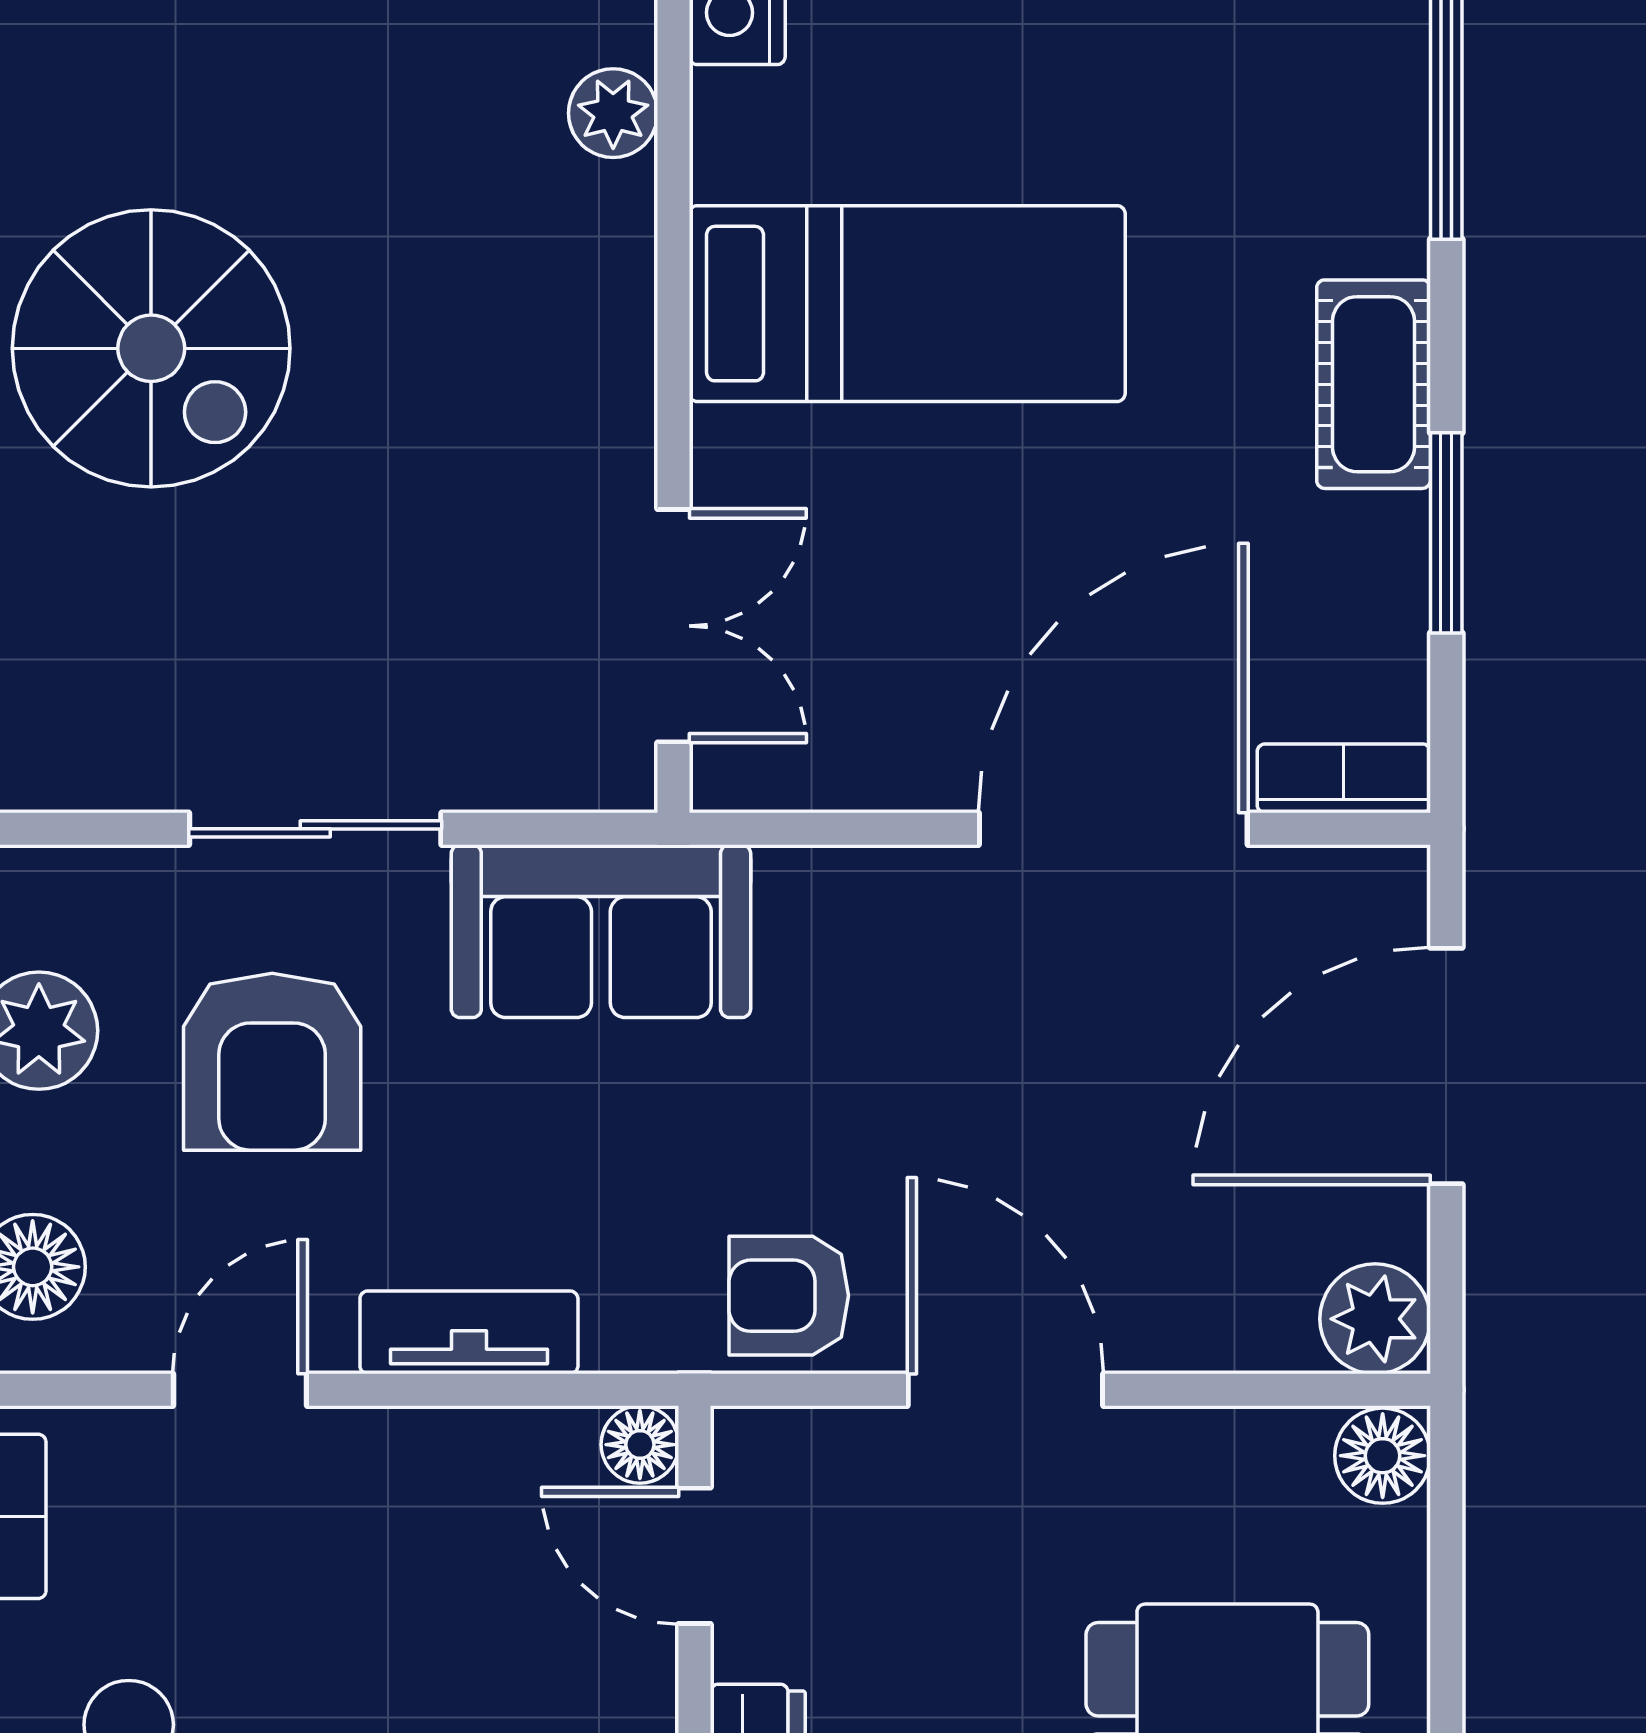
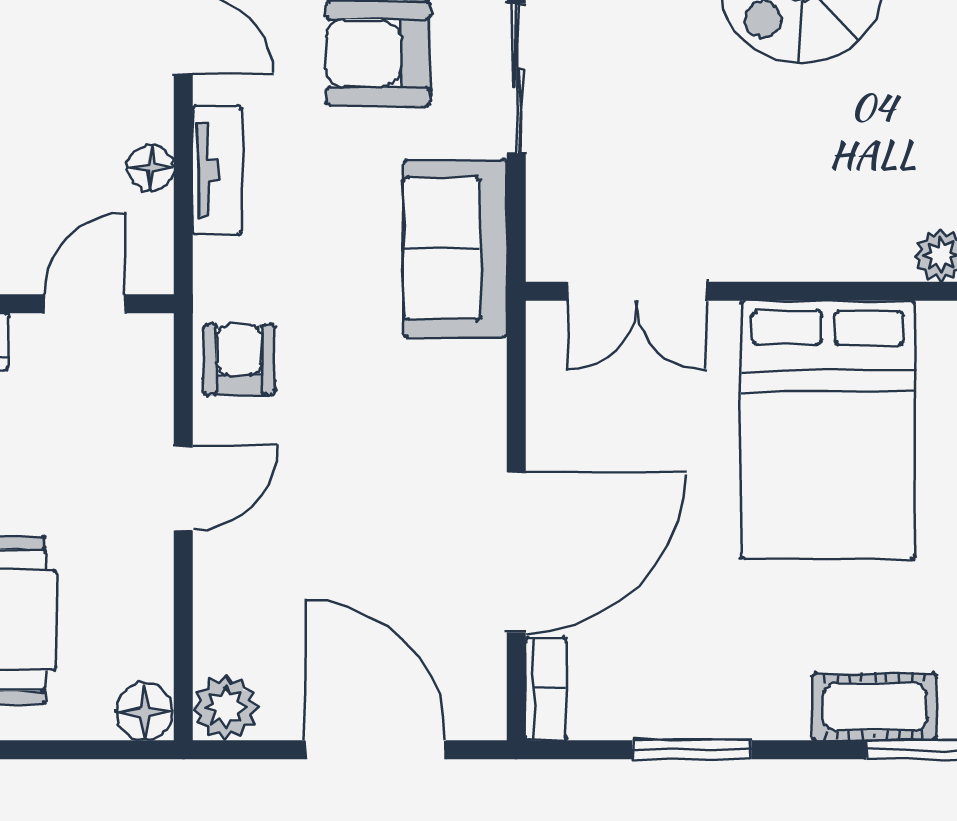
bed: (907, 304) -> (828, 430), width x1.50
cot: (1374, 384) -> (875, 707), moved
door: (1113, 829) -> (516, 552), hinge flipped
door: (1005, 1390) -> (183, 488), width x0.73
floor lamp: (640, 1445) -> (151, 168), moved

